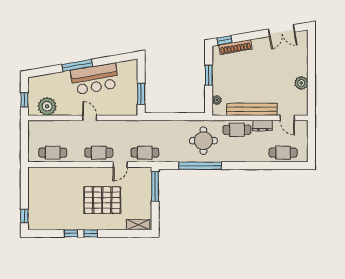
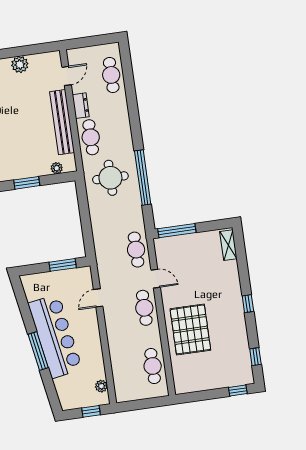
bar counter: (95, 79) -> (55, 336), width x1.36
plant: (47, 106) -> (101, 386), width x0.53, depth x0.53
door: (90, 118) -> (98, 298), moved
pallet: (102, 200) -> (190, 329), moved
window: (71, 233) -> (255, 357), moved

